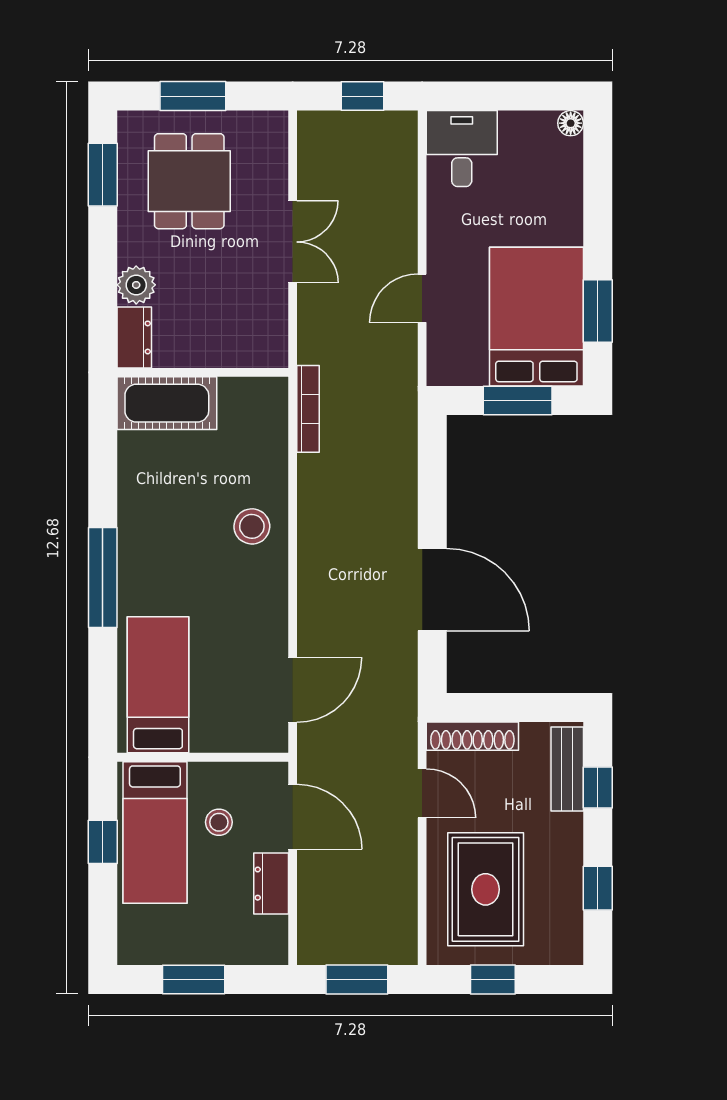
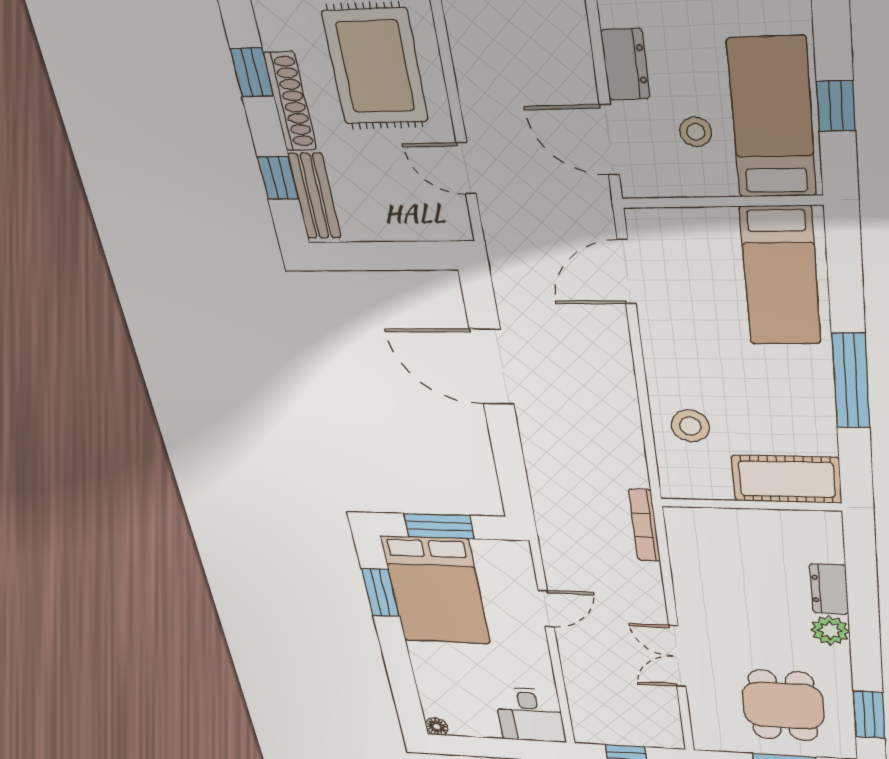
wall: (203, 372) -> (751, 505), moved
cot: (167, 403) -> (787, 479), moved
shoe rack: (472, 736) -> (290, 102), moved, turned 90

